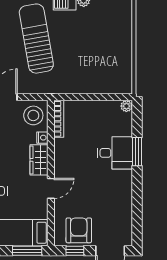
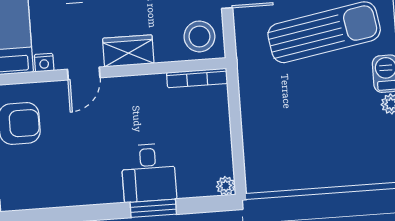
nightstand: (42, 138) -> (44, 63), moved
door: (51, 188) -> (84, 74), hinge flipped

